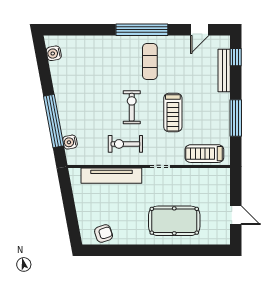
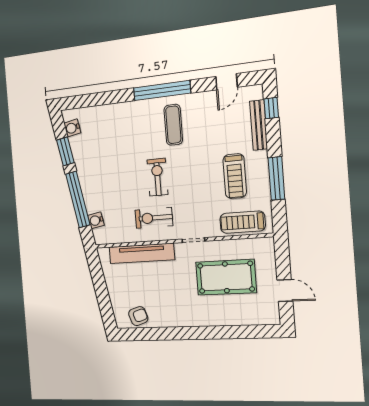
window: (45, 75) -> (65, 151), added
treadmill: (173, 113) -> (235, 176), moved
pool table: (174, 221) -> (226, 277), moved

